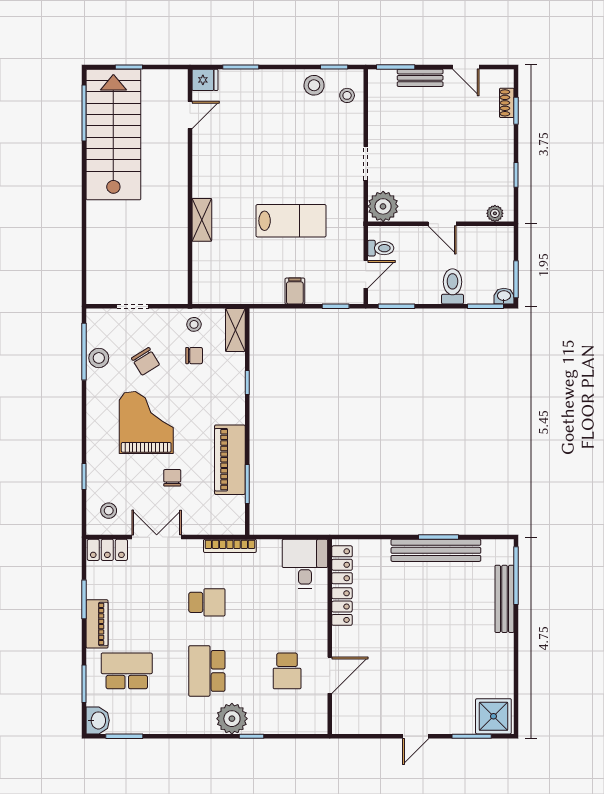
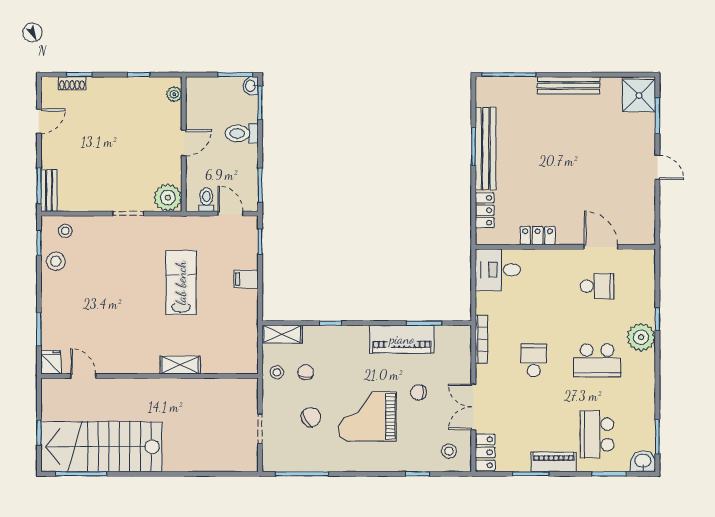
bench: (420, 78) -> (49, 191), moved
stool: (99, 358) -> (308, 460), removed
locker: (342, 565) -> (485, 210), moved, turned 90
bench: (505, 599) -> (569, 85), moved

